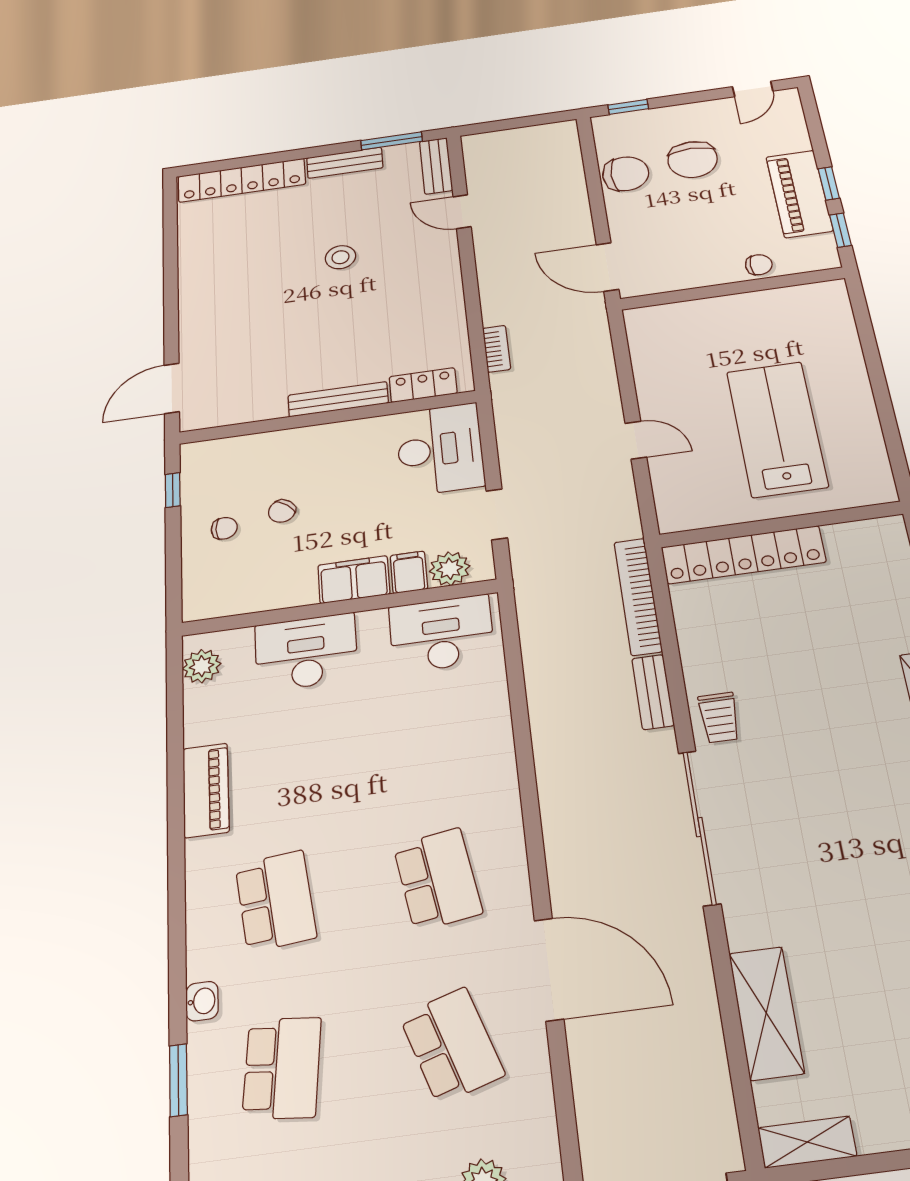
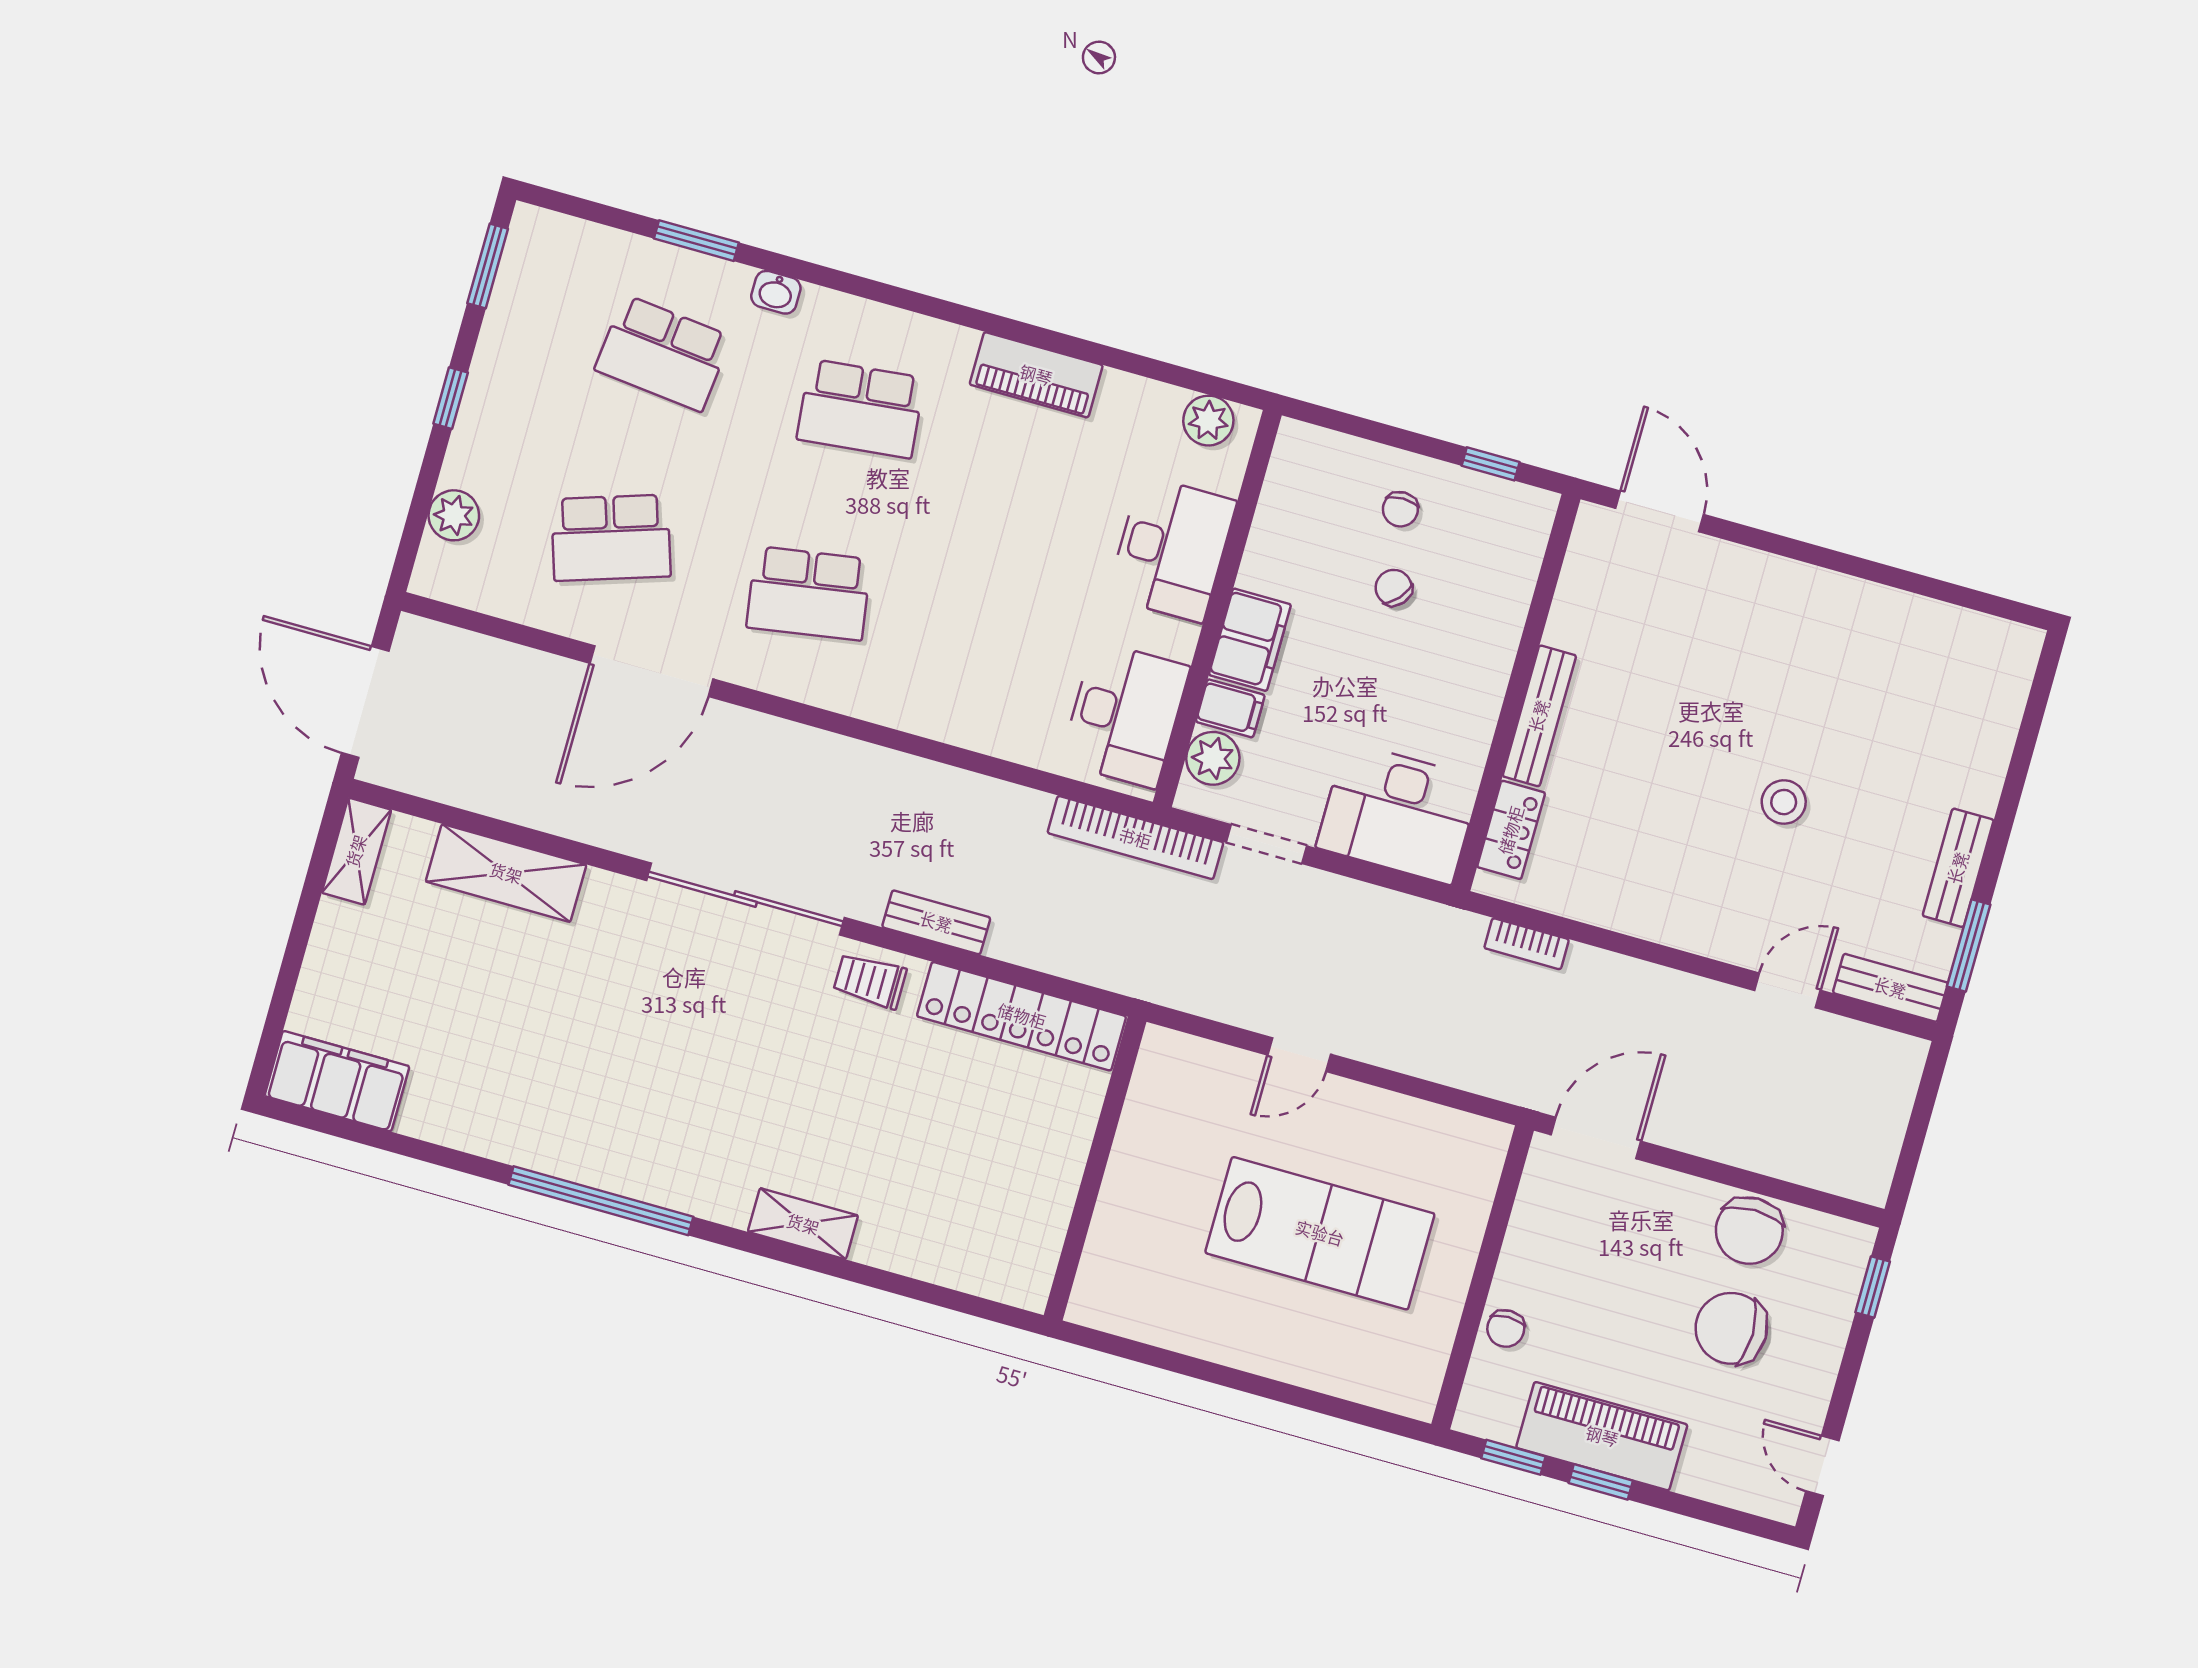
locker: (242, 180) -> (1995, 717), removed
lab bench: (777, 429) -> (1320, 1233), moved
locker: (743, 555) -> (1022, 1016), moved, turned -90
bookcase: (638, 596) -> (1135, 838), moved, turned 180

